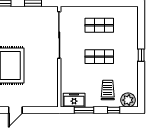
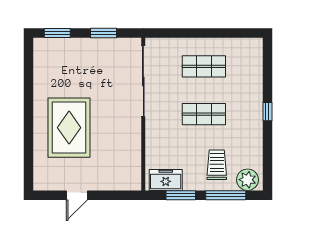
window: (114, 110) -> (226, 195), width x2.17

